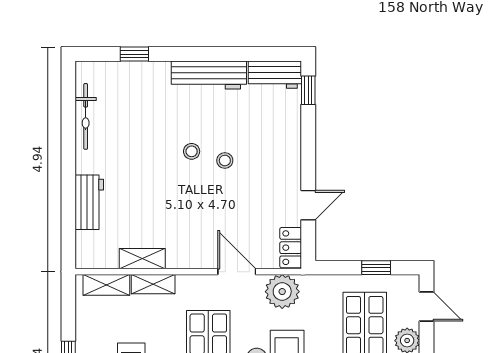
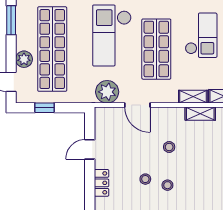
stool: (189, 209) -> (169, 147), added
locker: (291, 248) -> (101, 183), moved

